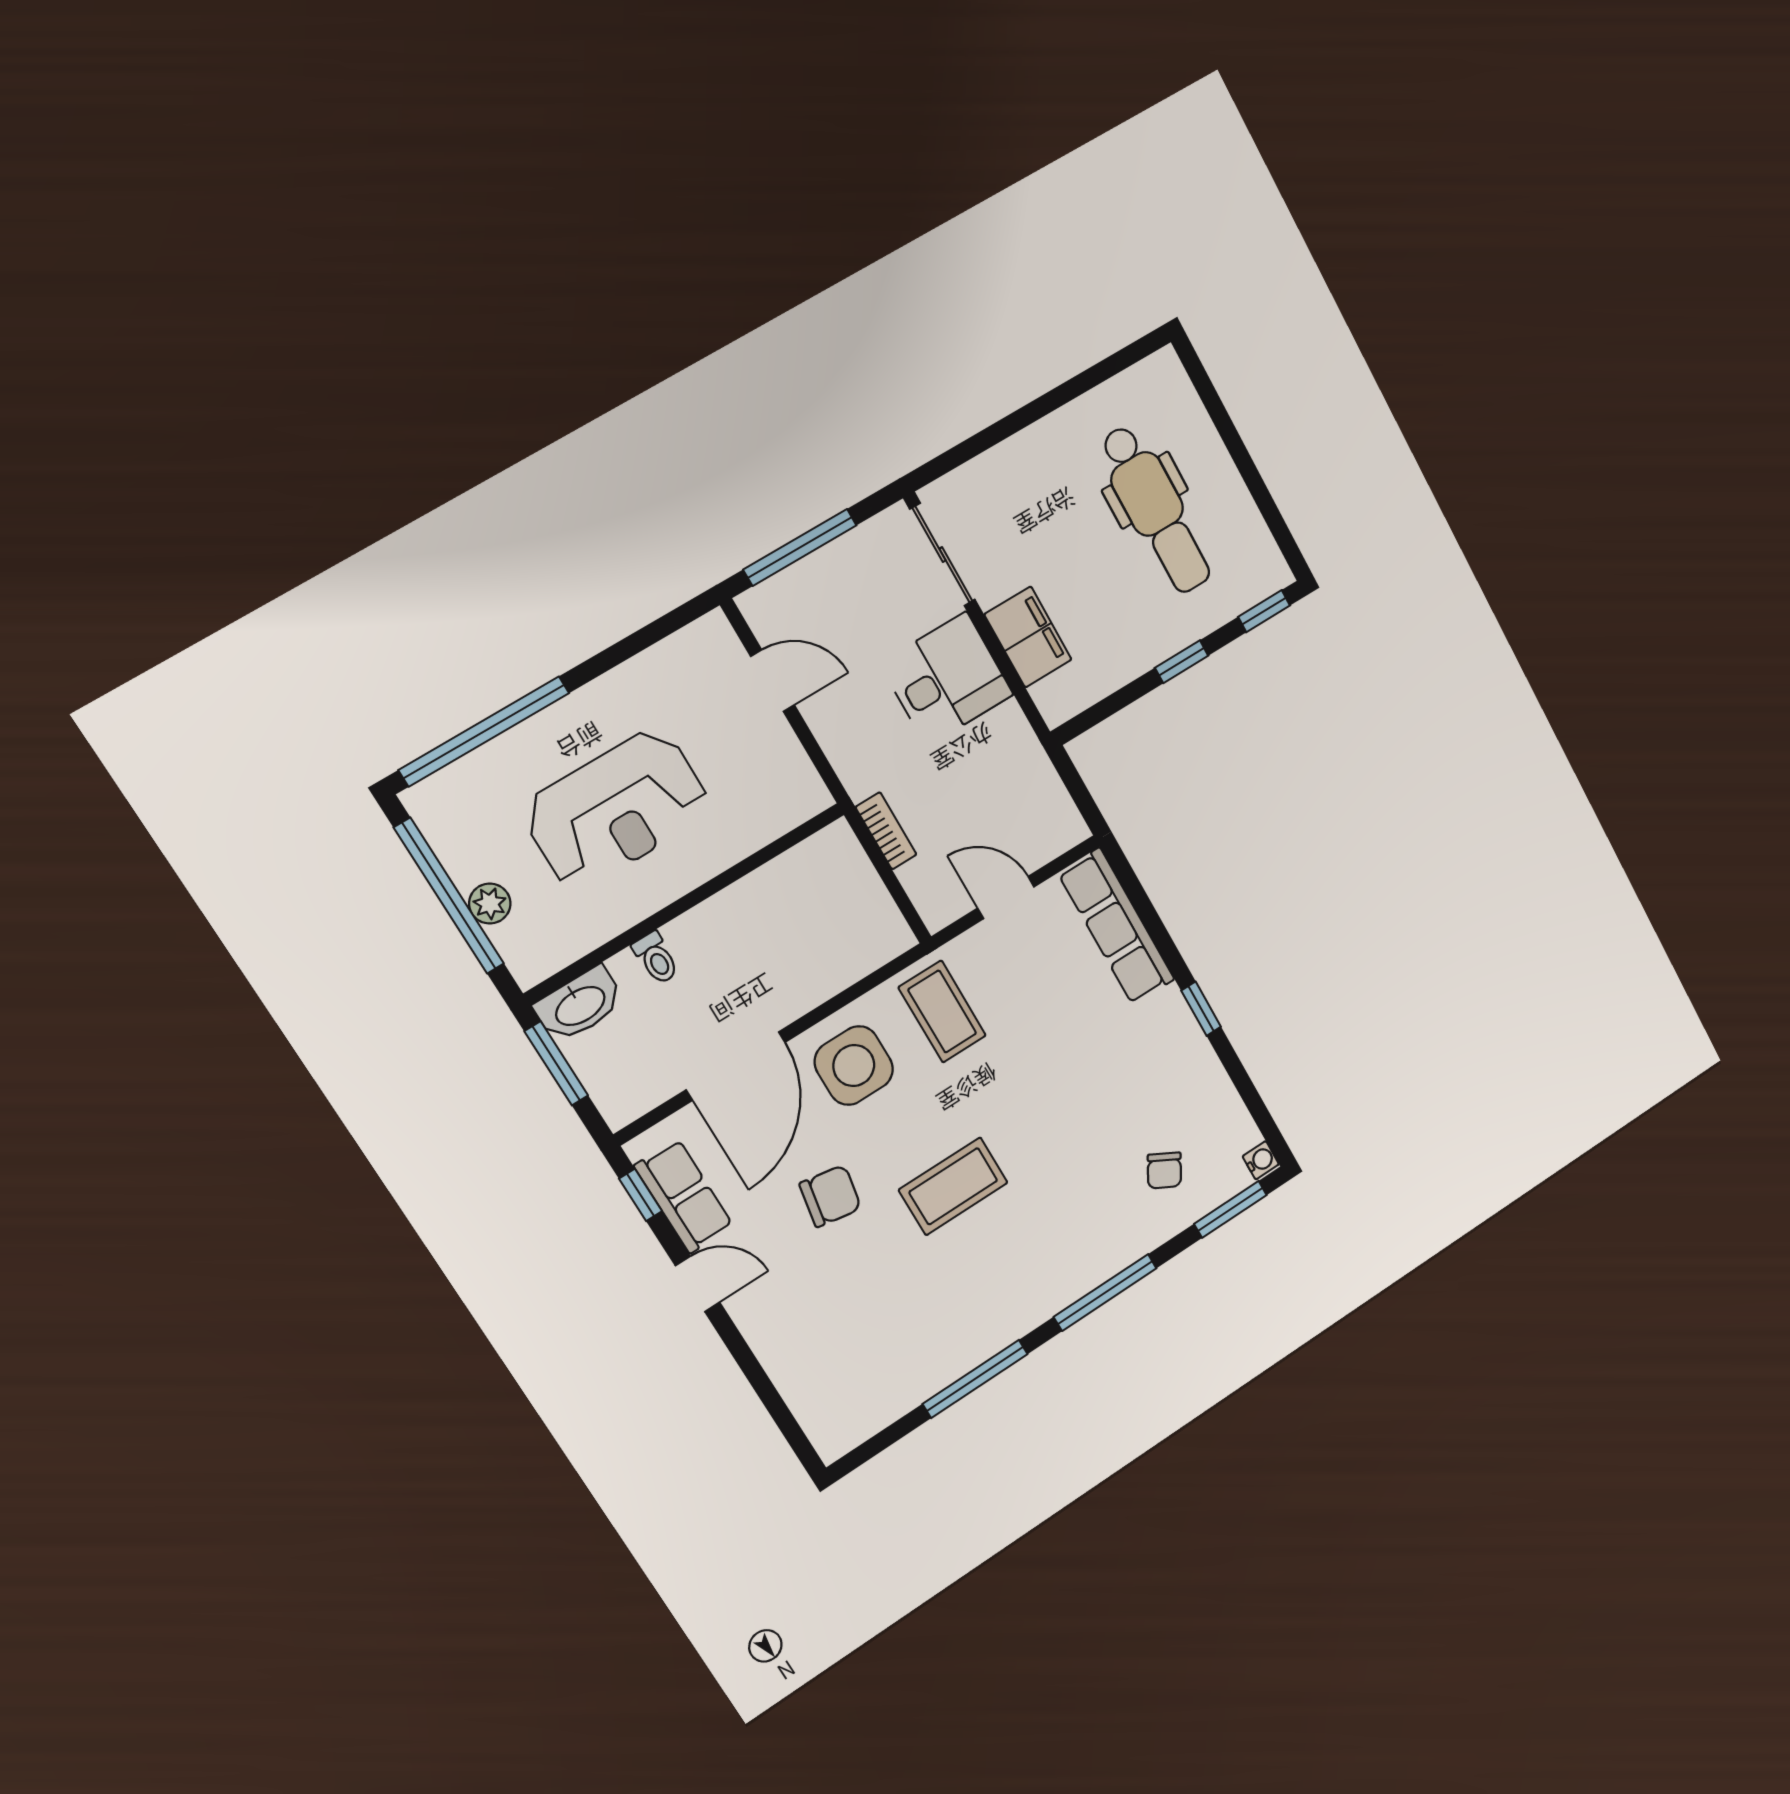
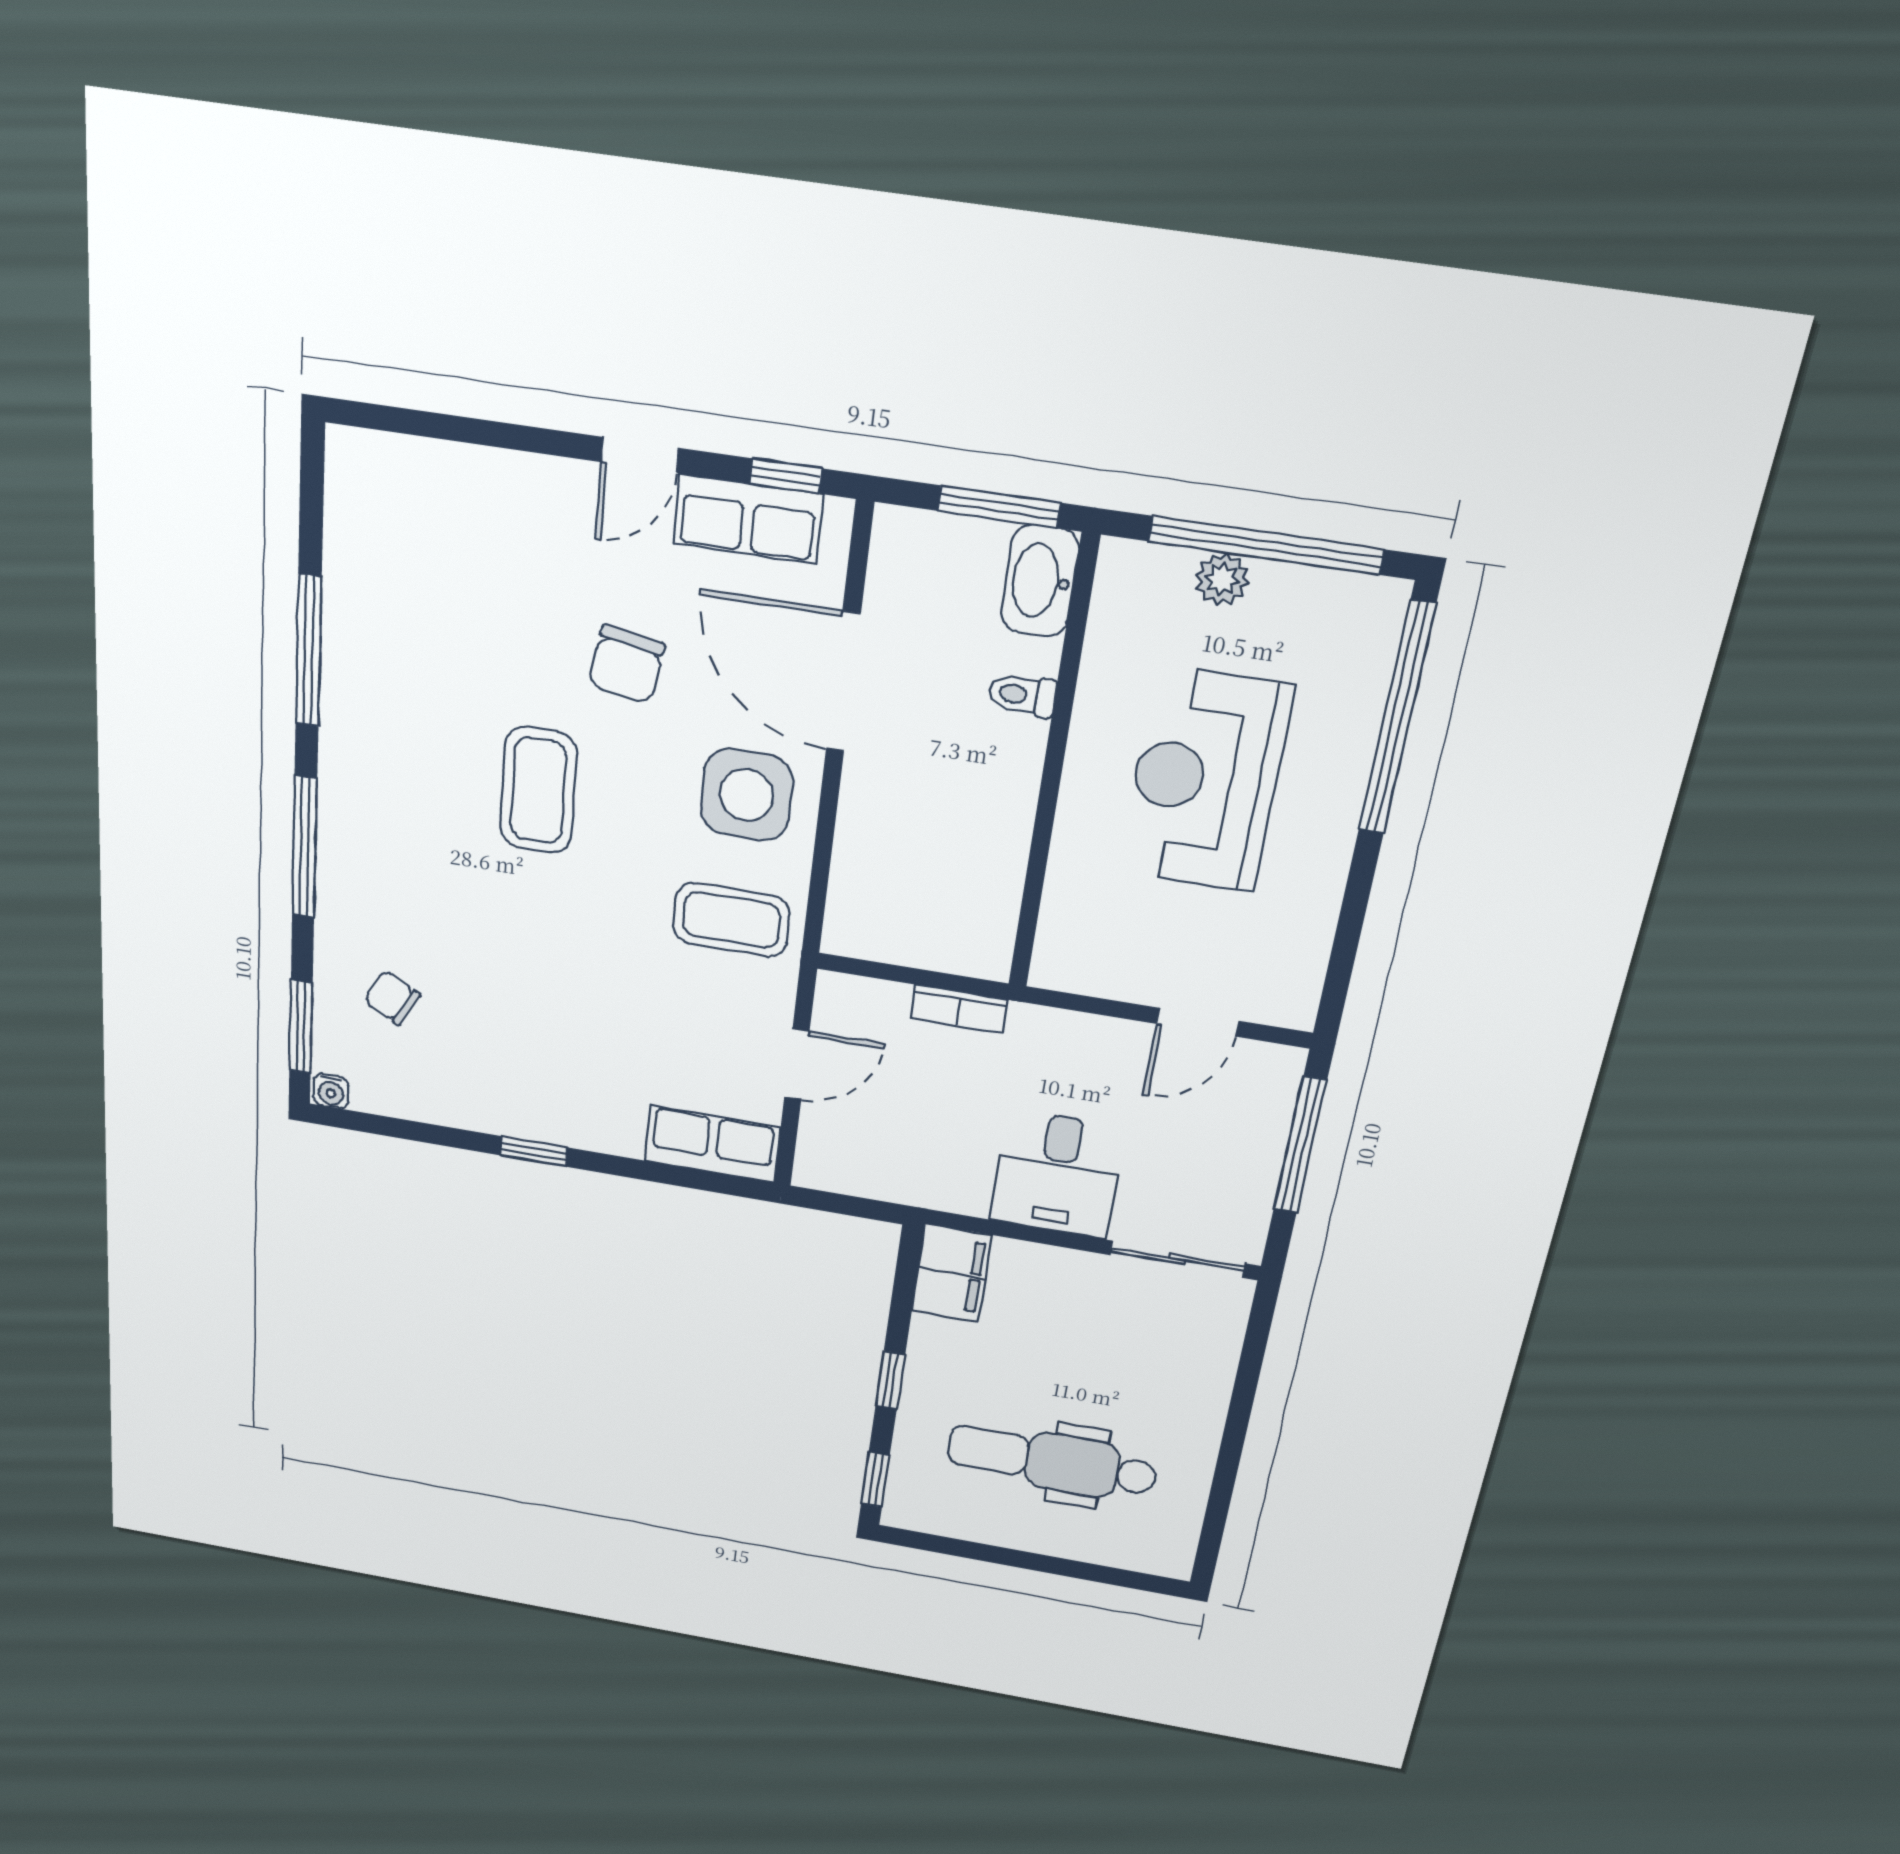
filing cabinet: (1028, 637) -> (952, 1273), moved, turned -90
row of seats: (1116, 927) -> (712, 1144), width x0.68

